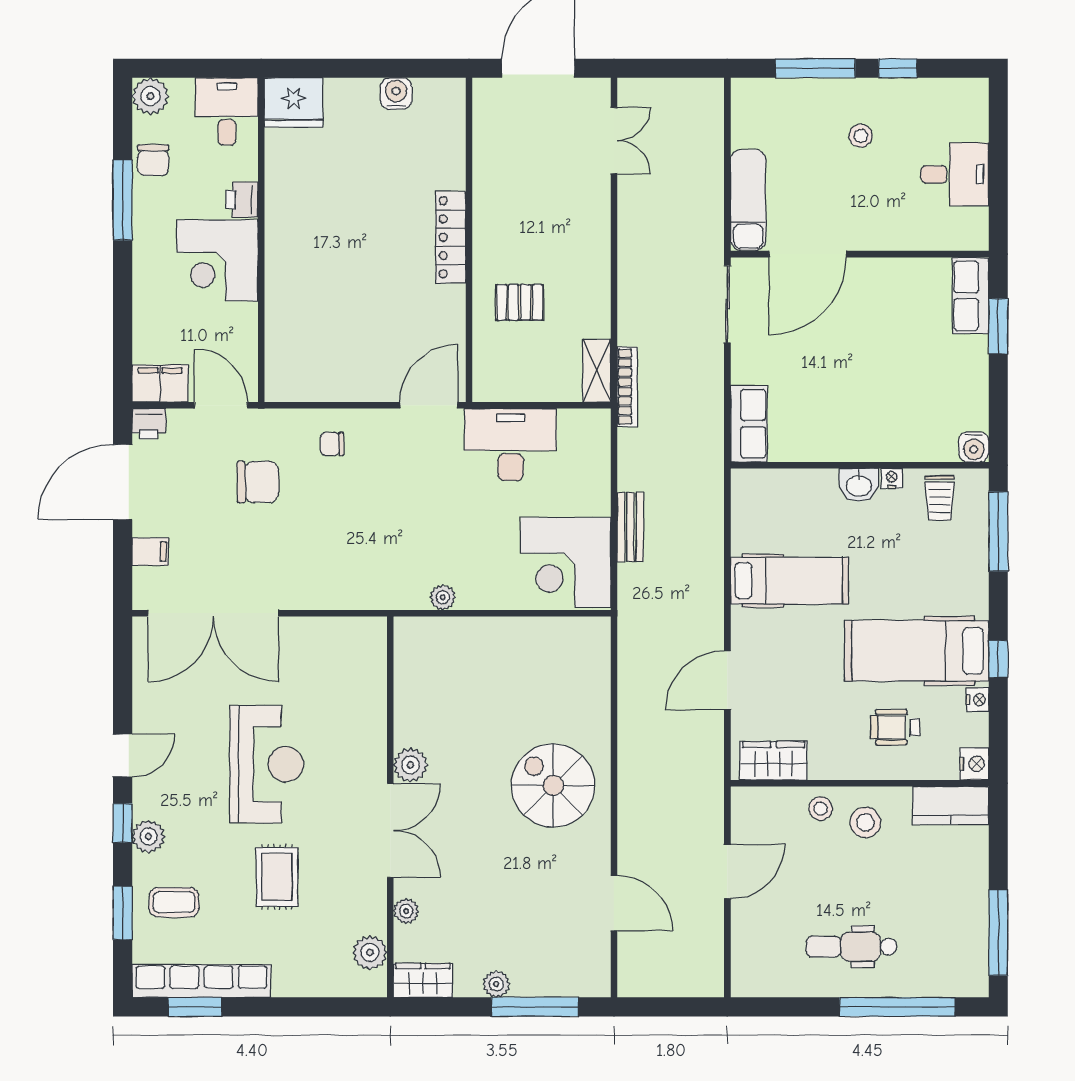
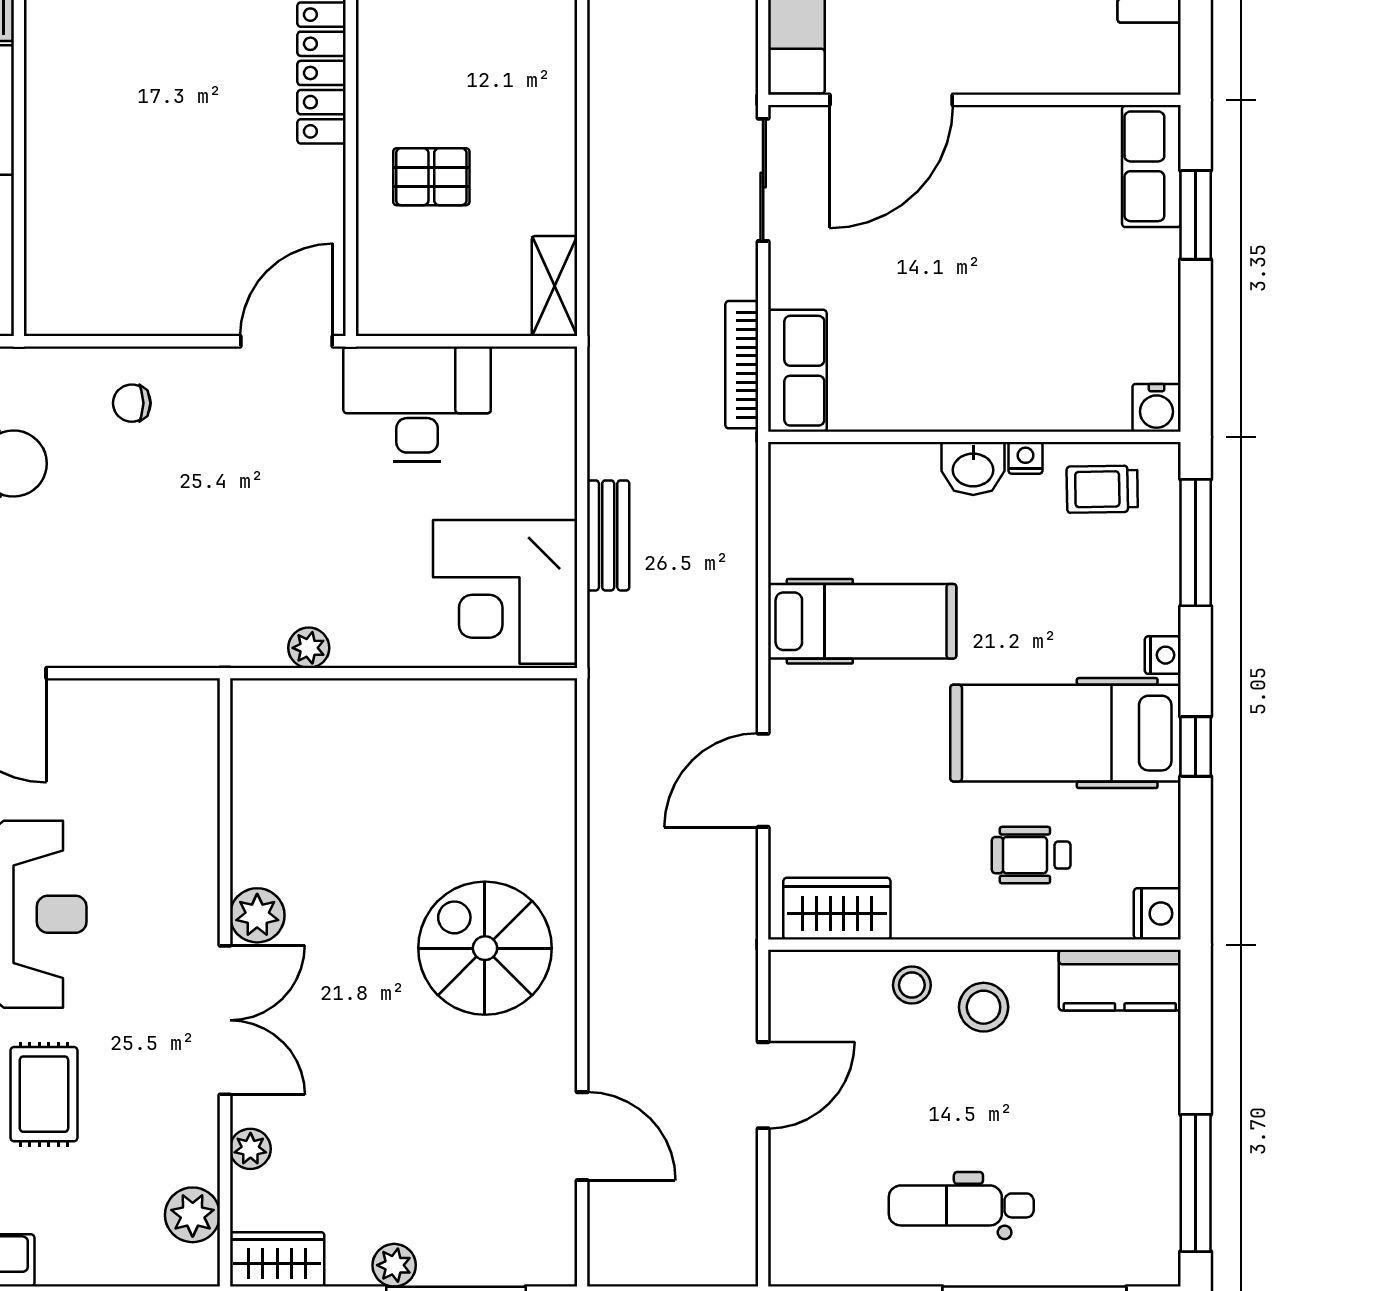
bookcase: (627, 387) -> (742, 365), moved, turned 180
trolley: (940, 498) -> (1102, 489), turned 89
nightstand: (978, 700) -> (1163, 655), moved

